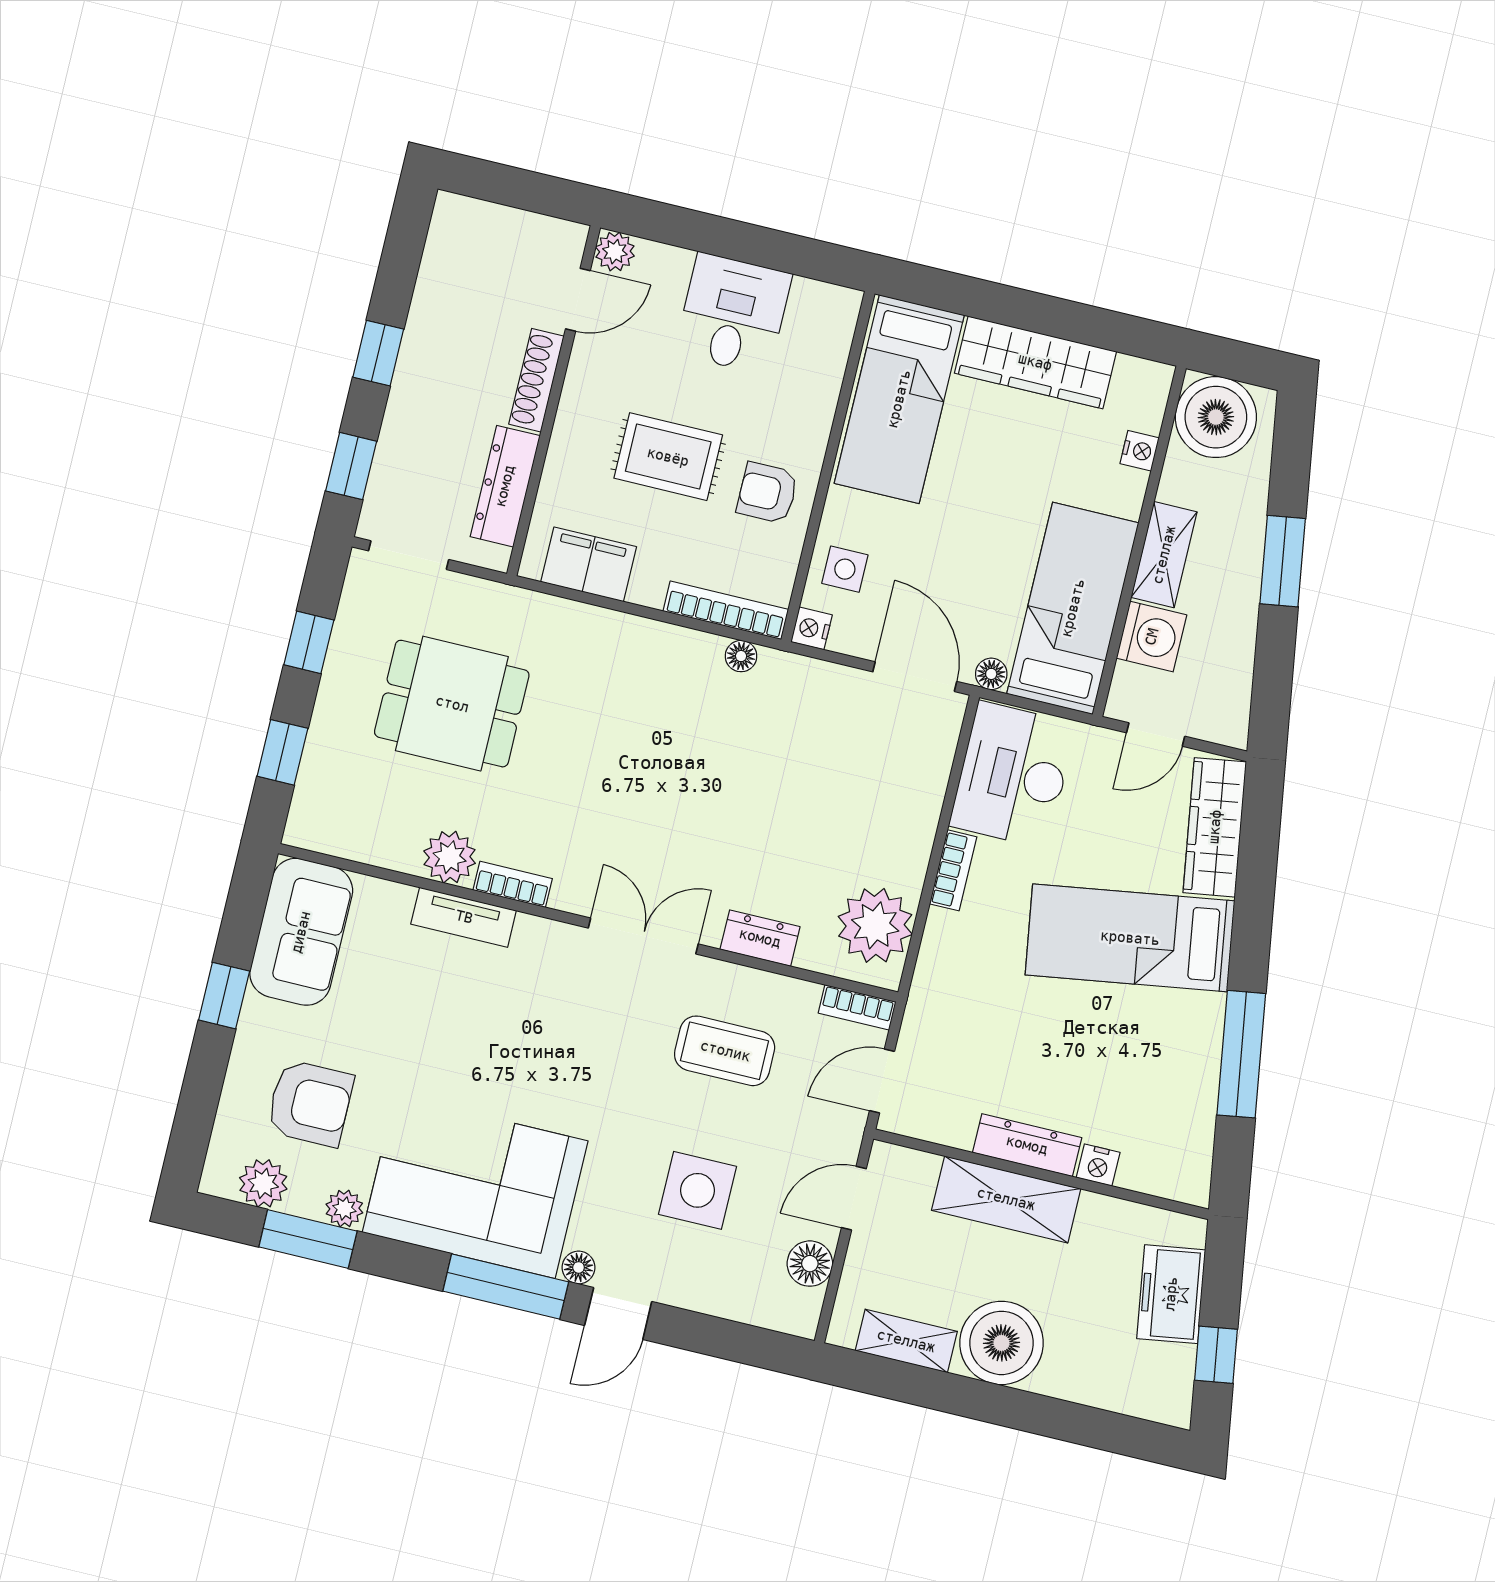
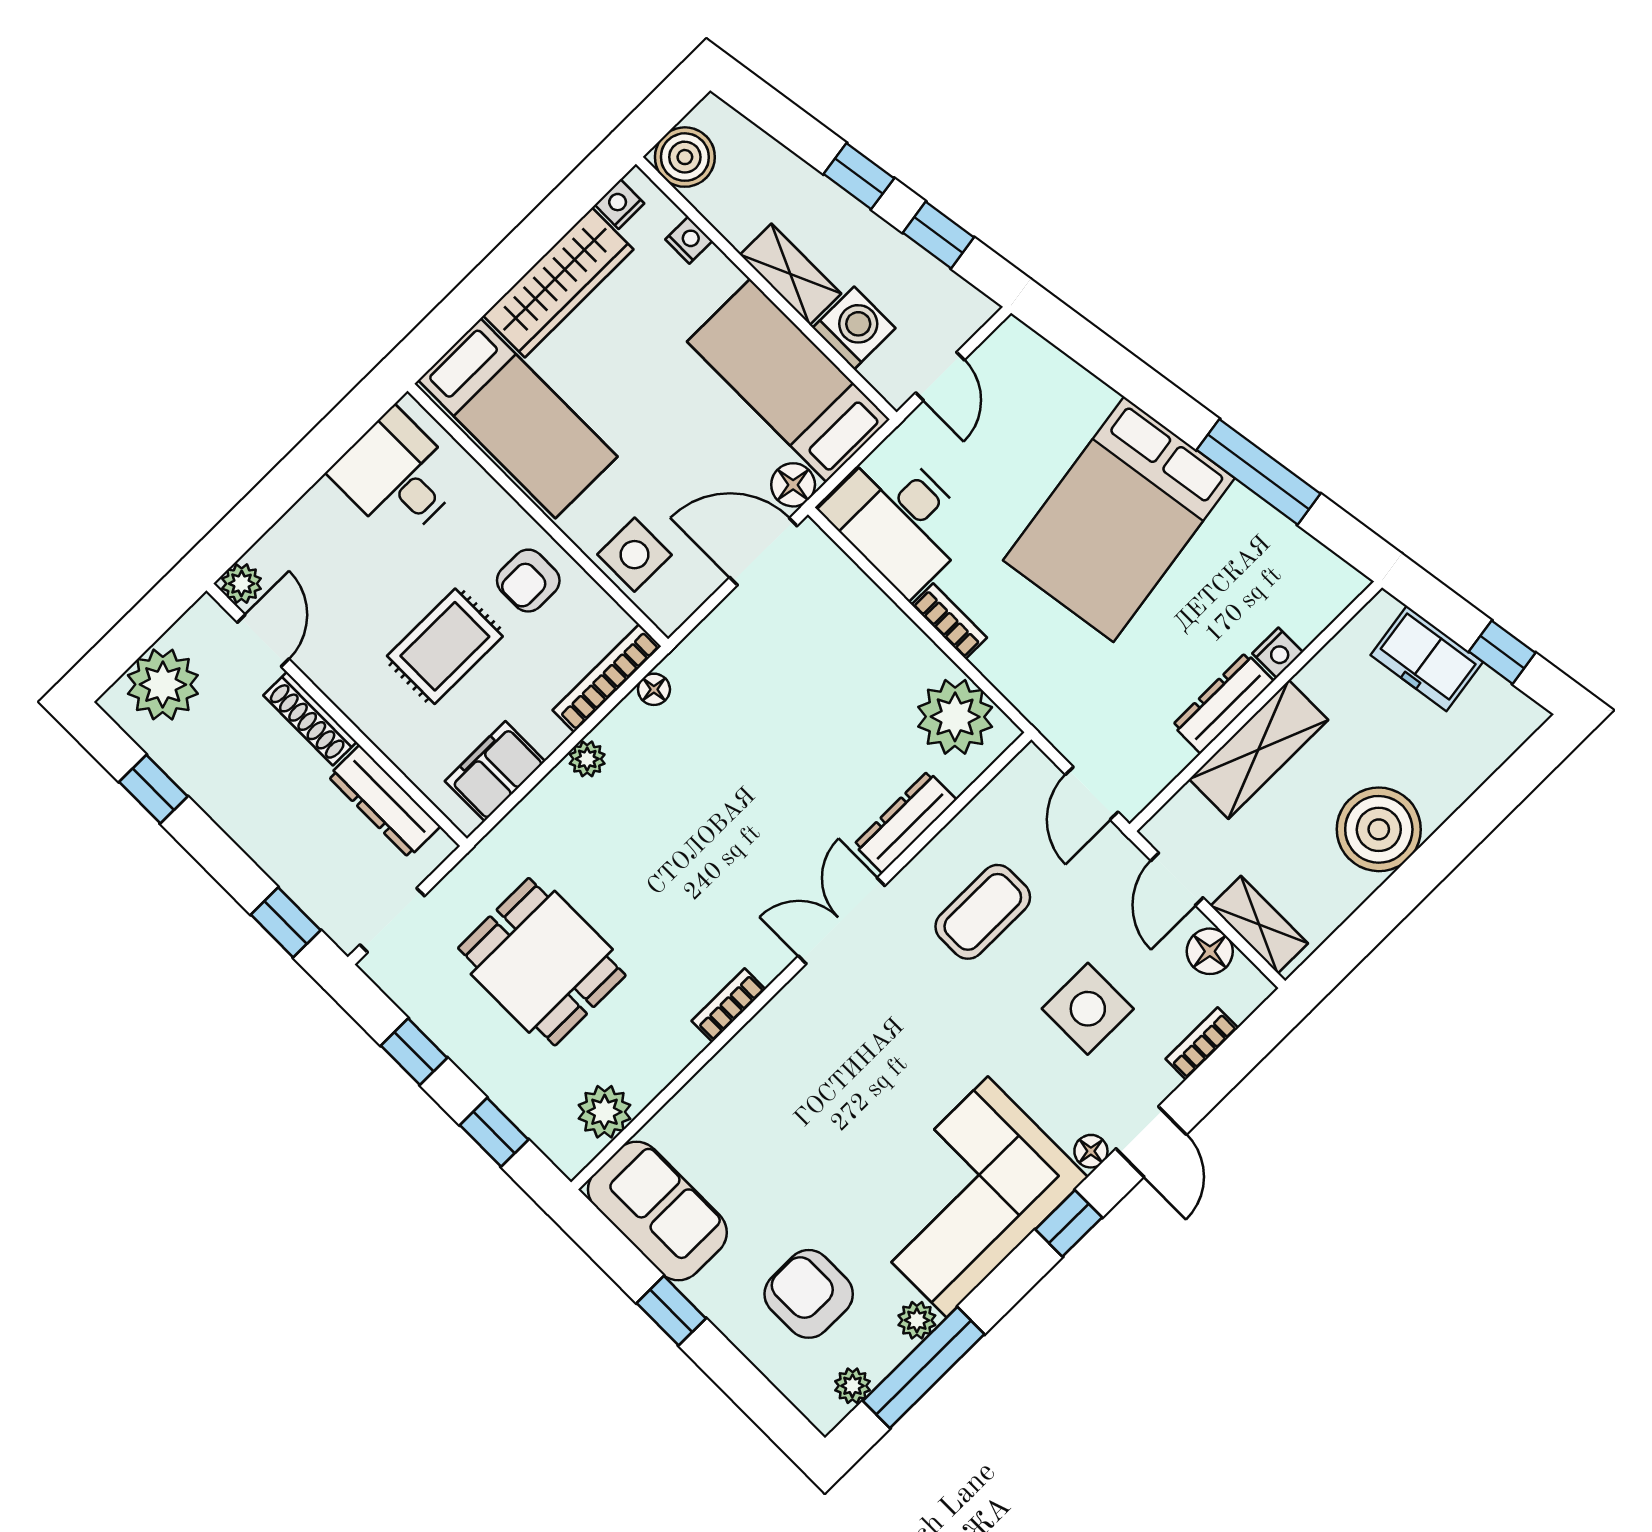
plant: (488, 238) -> (163, 685), added
desk: (733, 314) -> (397, 476), moved
window: (378, 353) -> (153, 789), moved
boiler: (1216, 417) -> (685, 157), width x0.73, depth x0.73
window: (1283, 561) -> (859, 176), width x0.67
side table: (845, 569) -> (634, 555), width x1.37, depth x1.37
nightstand: (812, 628) -> (620, 204), moved, turned 90
plant: (647, 636) -> (587, 759), added
window: (1274, 659) -> (938, 235), added
floor lamp: (991, 674) -> (793, 485), width x1.37, depth x1.37
dining table: (452, 704) -> (542, 962), turned 90
wardrobe: (1215, 827) -> (1051, 375), removed
plant: (450, 857) -> (604, 1112), moved
tv unit: (464, 917) -> (731, 1065), removed
dresser: (760, 938) -> (905, 822), width x1.44
bed: (1130, 938) -> (1119, 519), width x1.50
bookcase: (857, 1007) -> (1202, 1043), moved, turned 180
armchair: (310, 1103) -> (809, 1294), turned -90
plant: (263, 1183) -> (853, 1386), width x0.73, depth x0.73
window: (308, 1239) -> (924, 1367), width x1.44
window: (506, 1286) -> (1069, 1223), width x0.46
shelving: (906, 1341) -> (1259, 925), moved, turned 90

